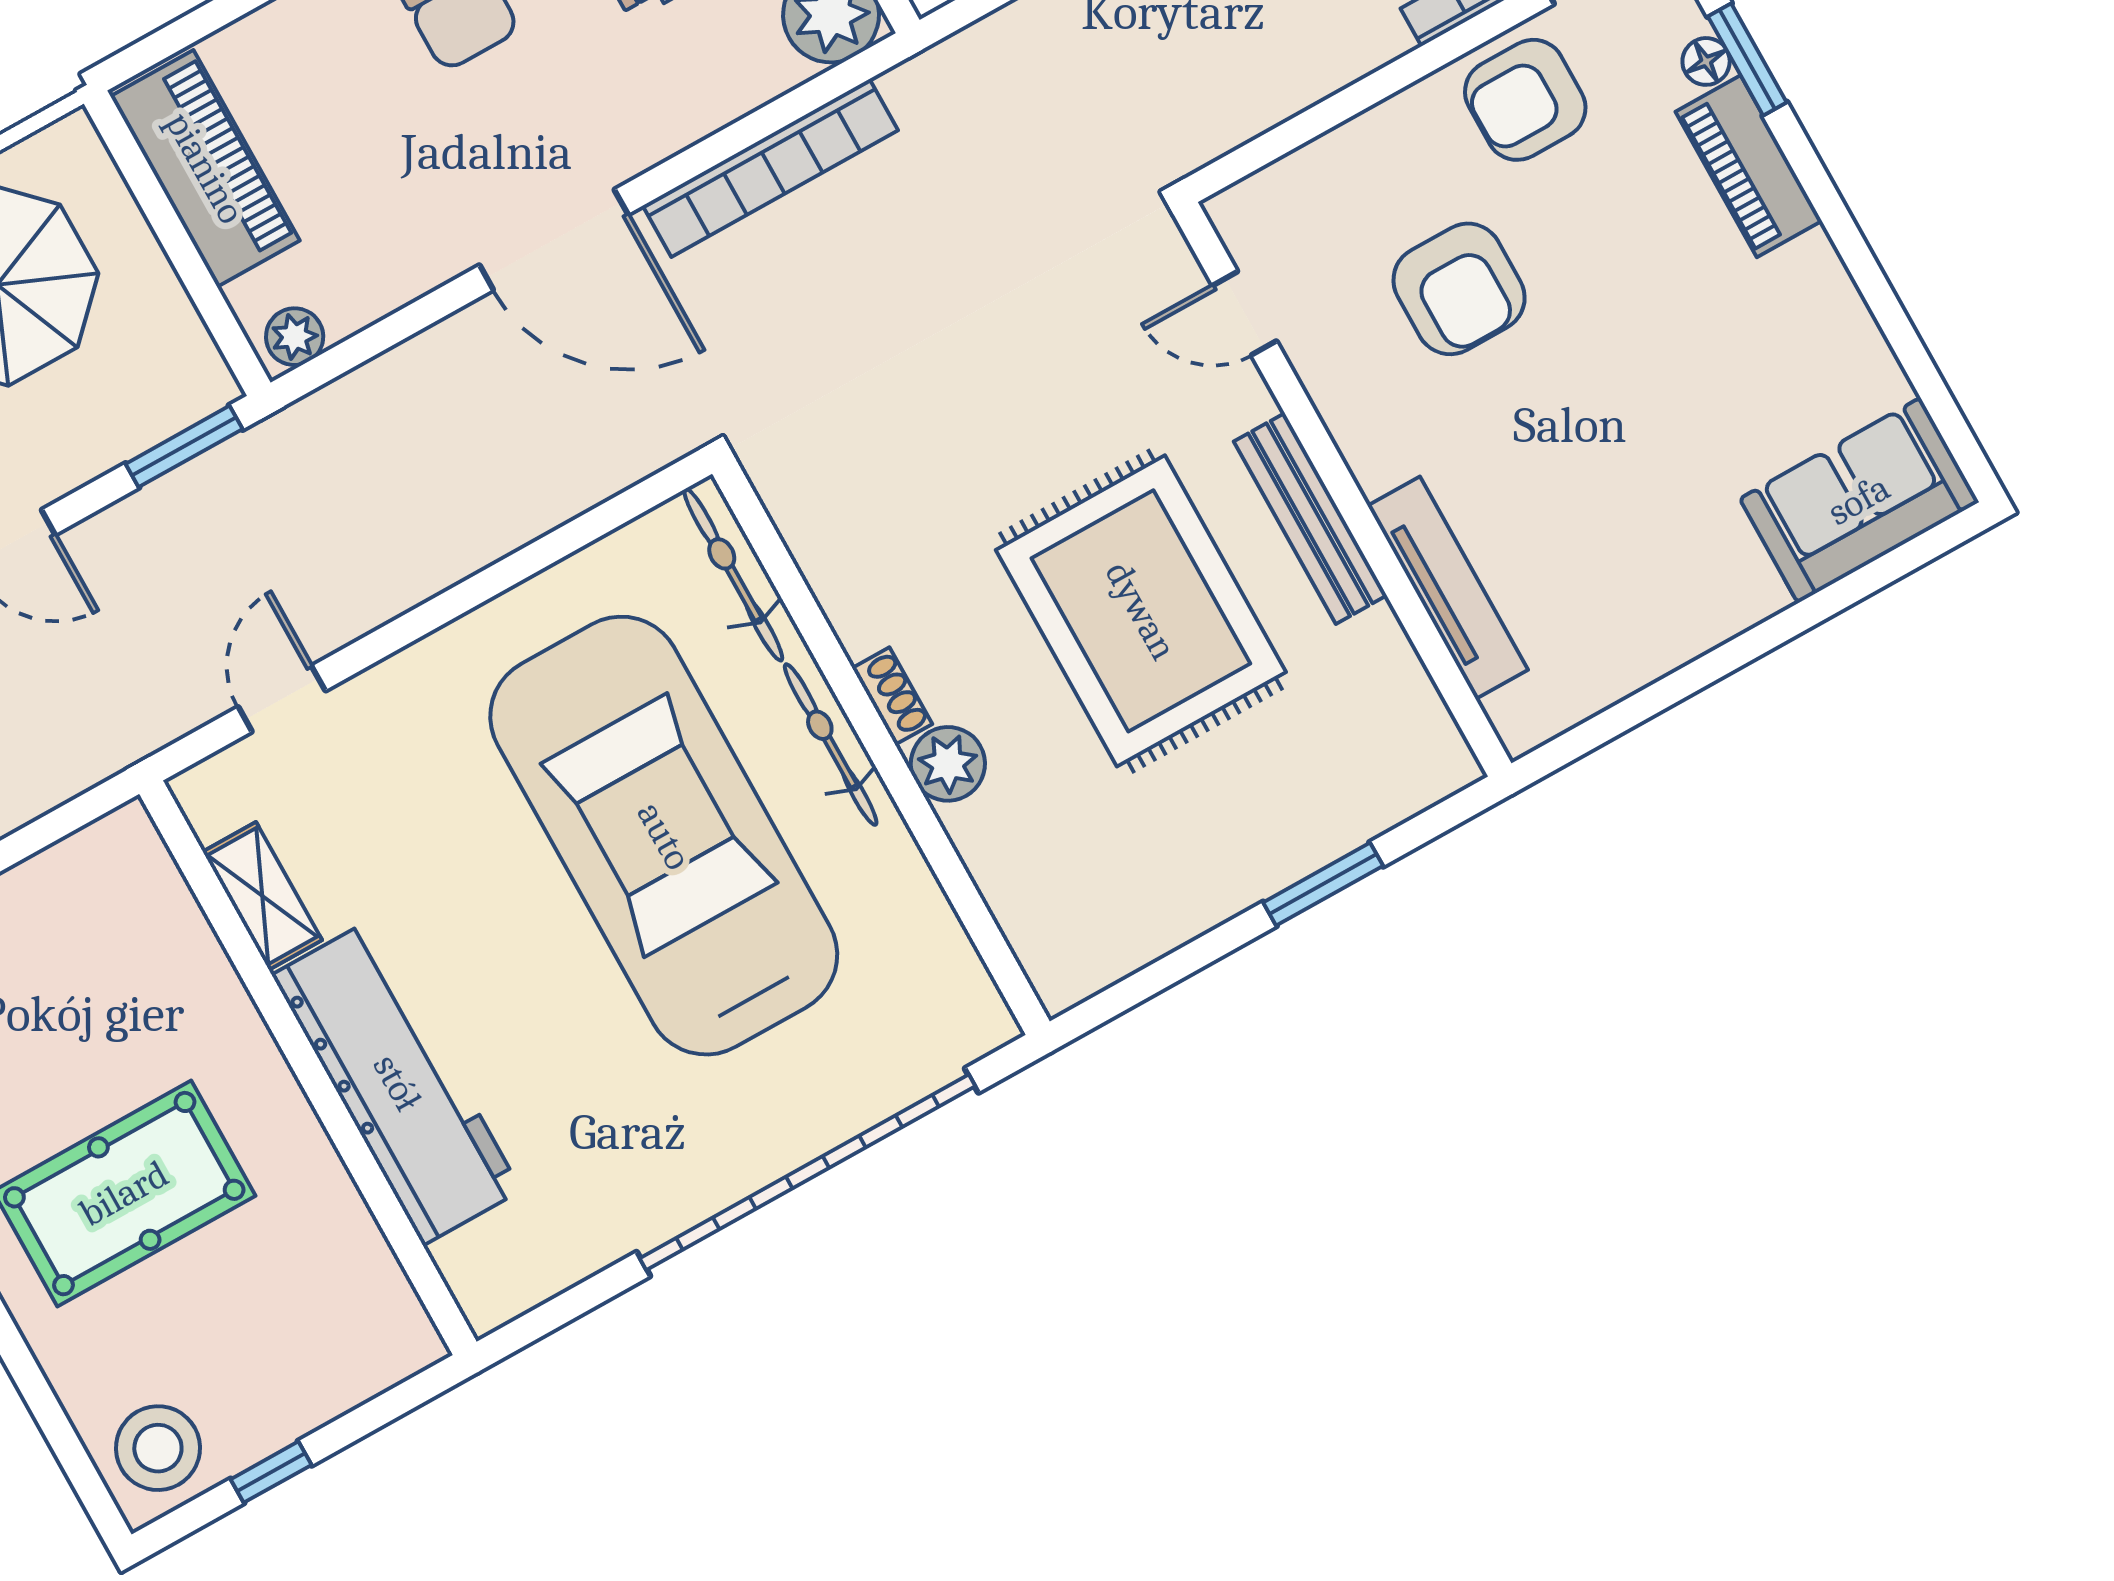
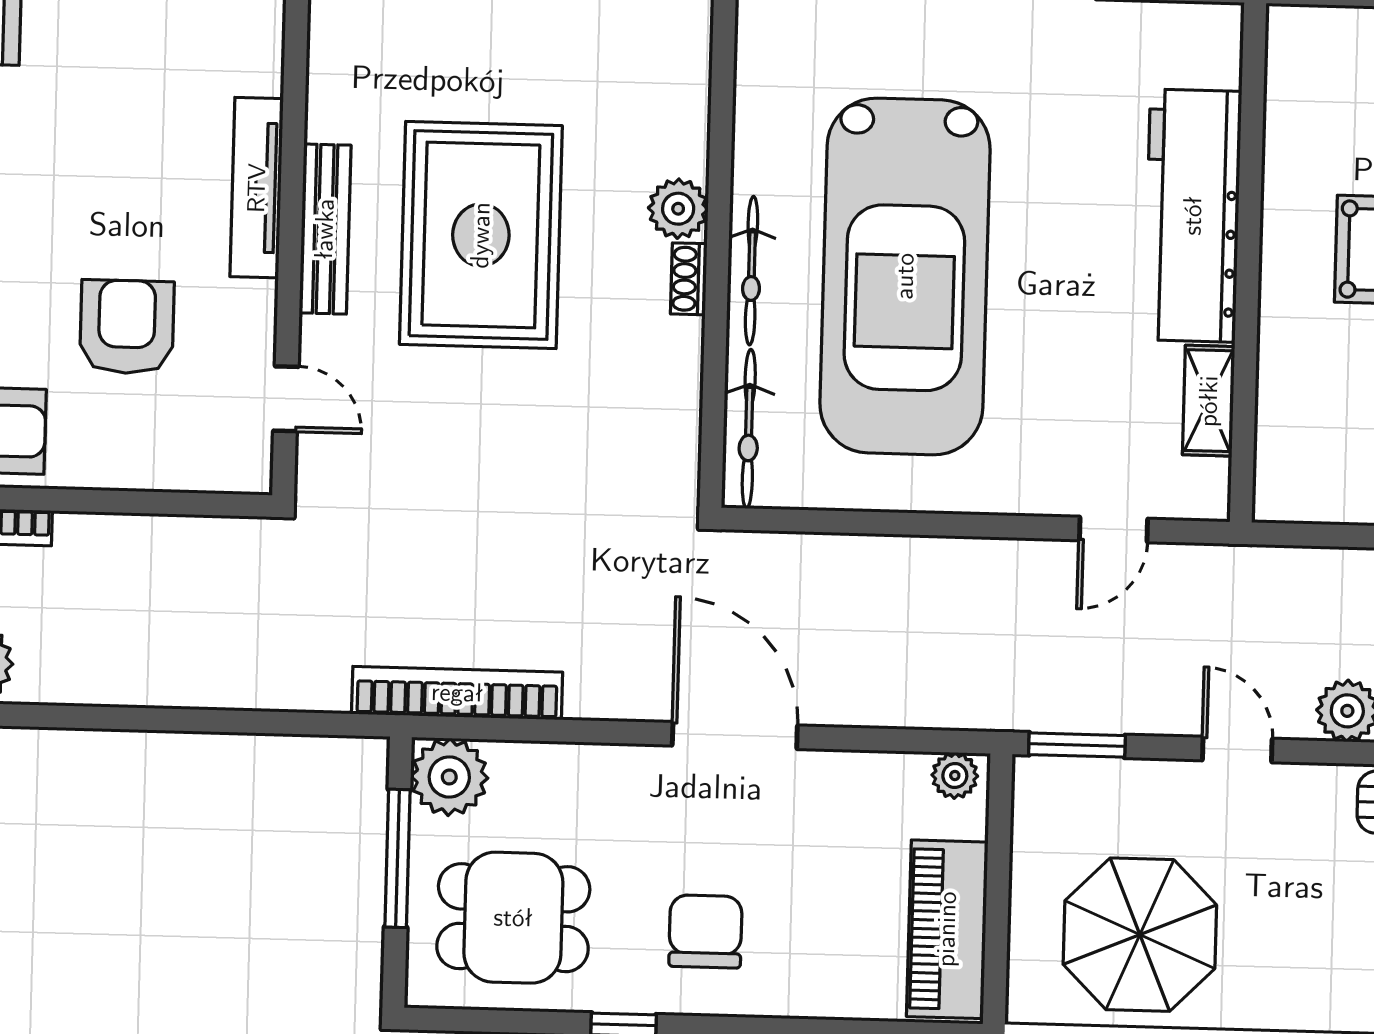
bookcase: (770, 168) -> (457, 693), moved
tv unit: (1448, 588) -> (257, 188), moved

